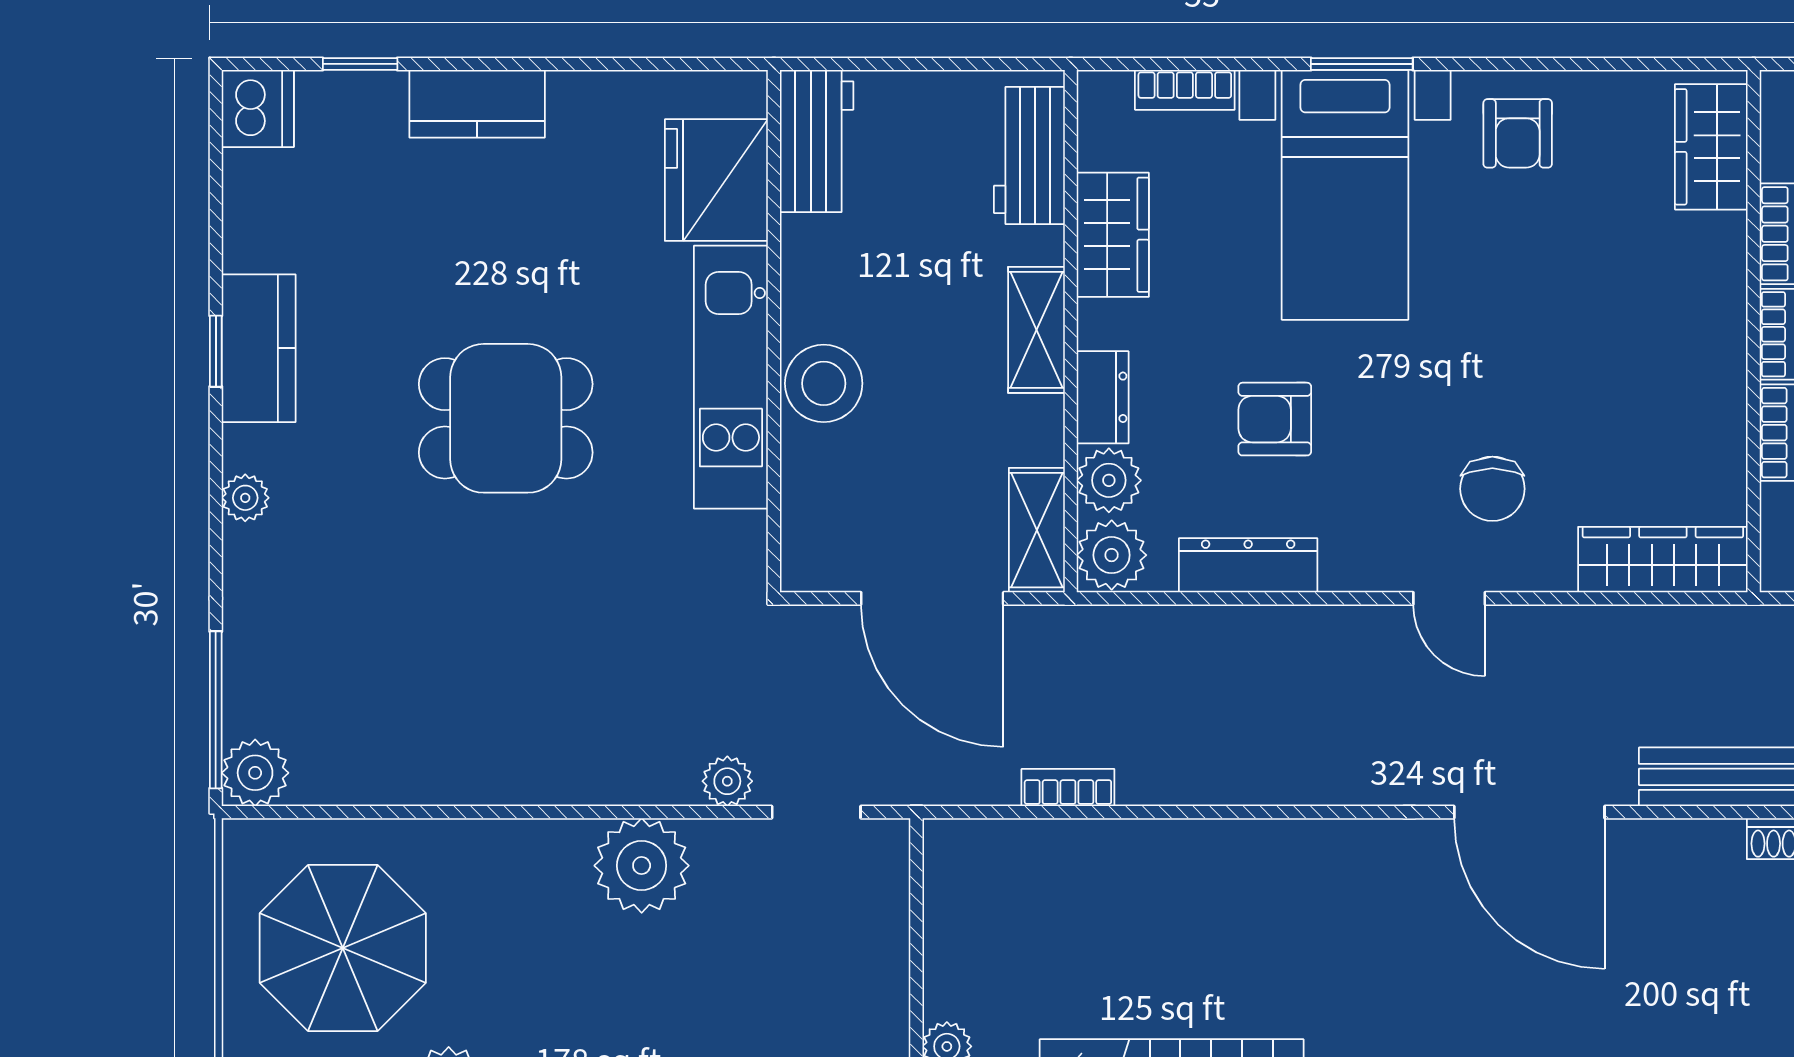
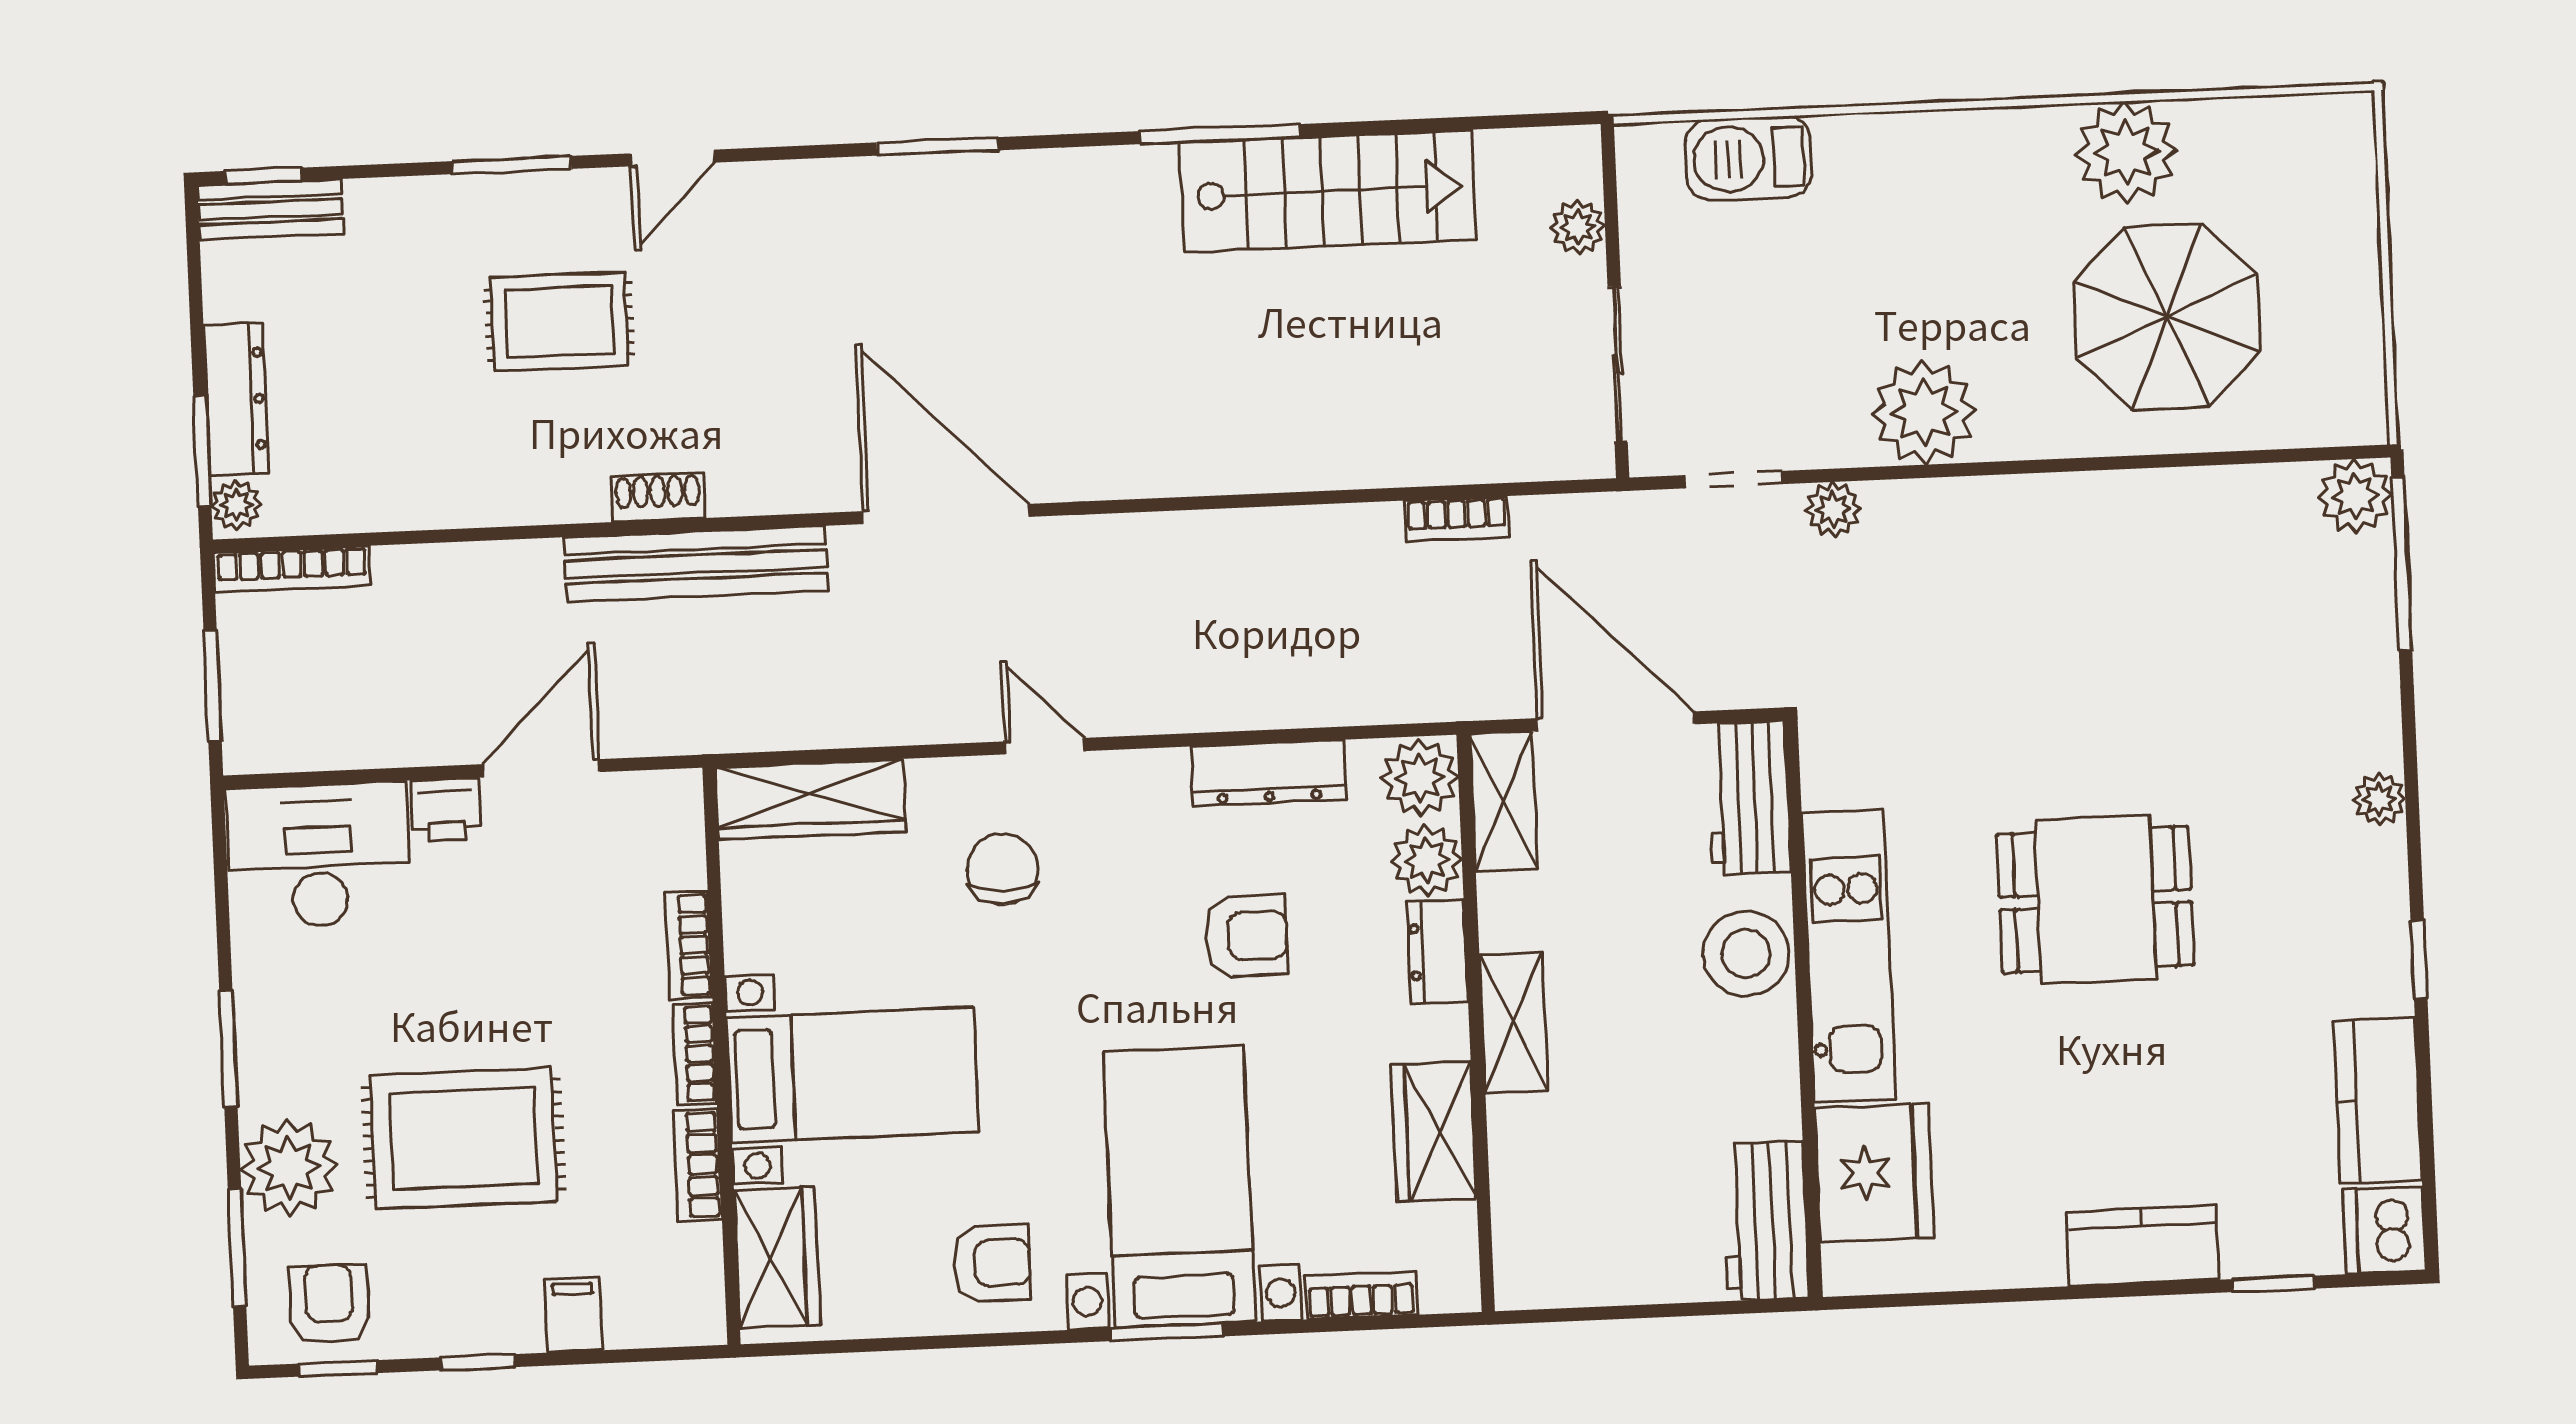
armchair: (1518, 133) -> (992, 1263), turned 90
workbench: (1029, 155) -> (1749, 798), moved, turned 180
bed with nightstands: (1636, 309) -> (853, 1075), added
kitchen counter: (259, 348) -> (2378, 1100), moved
sliding door: (916, 921) -> (1618, 364), added
parasol: (343, 948) -> (2167, 317), moved

